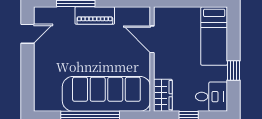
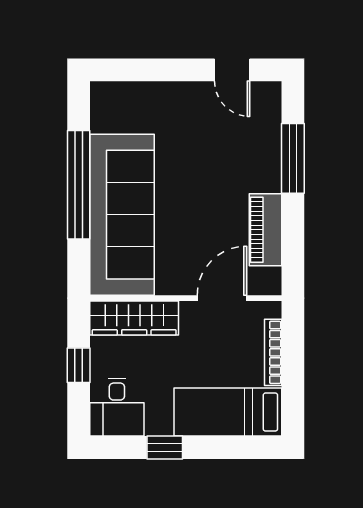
bookcase: (182, 11) -> (273, 352), added
piano: (95, 16) -> (266, 230), moved
wardrobe: (163, 95) -> (134, 318), width x1.50

